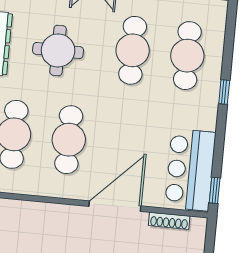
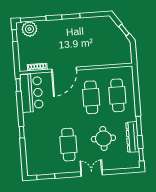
cafe table: (187, 56) -> (42, 147), removed

